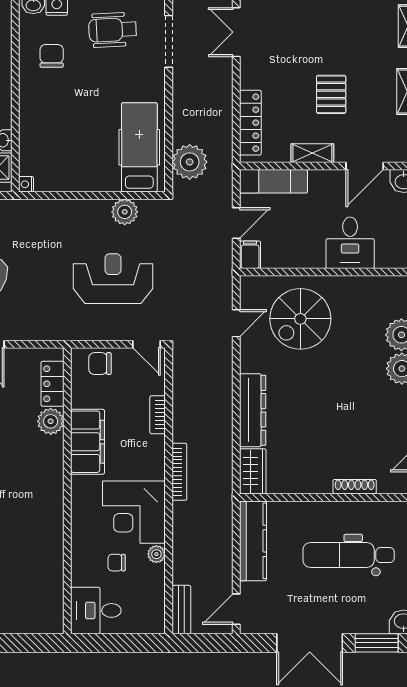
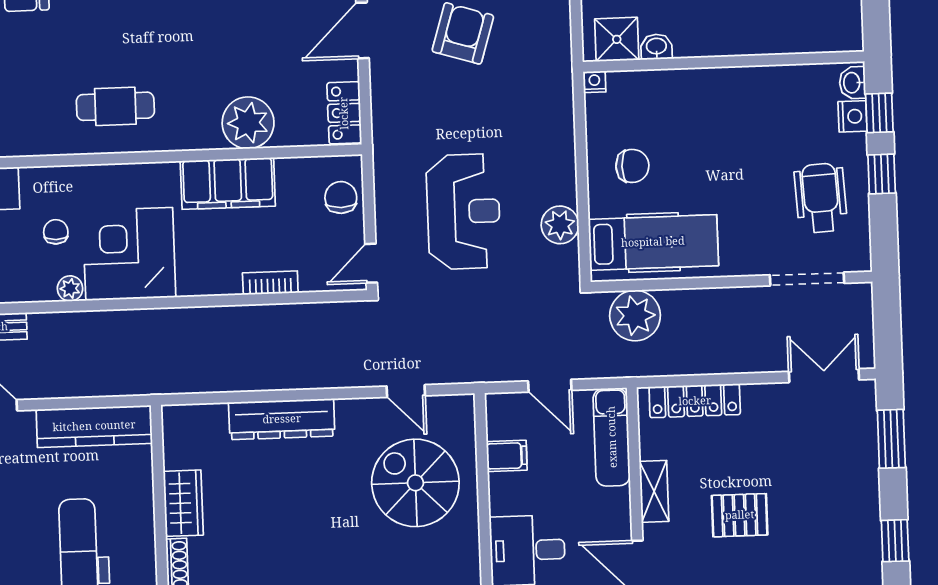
chair: (52, 56) -> (632, 166), moved
filing cabinet: (250, 255) -> (507, 456), moved
locker: (52, 384) -> (344, 113), moved, turned -90
plant: (51, 421) -> (248, 123), width x1.36, depth x1.36
wardrobe: (253, 471) -> (183, 503), moved, turned -90
bookcase: (179, 472) -> (190, 317), removed
cafe table: (31, 518) -> (115, 106), added

